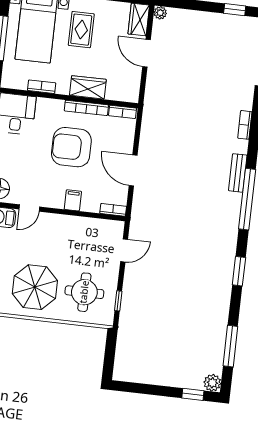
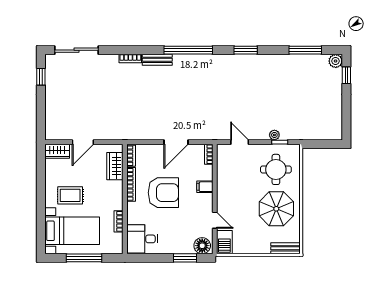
plant: (160, 13) -> (274, 135), moved
wardrobe: (88, 87) -> (115, 166), moved
armchair: (71, 147) -> (163, 193), turned -90
bench: (238, 173) -> (157, 60), moved

